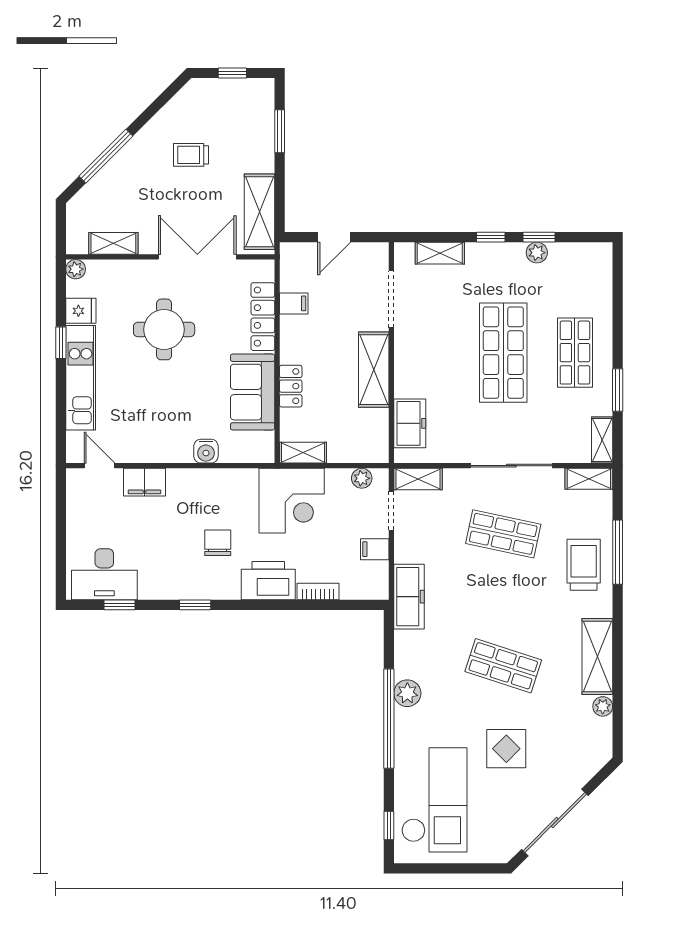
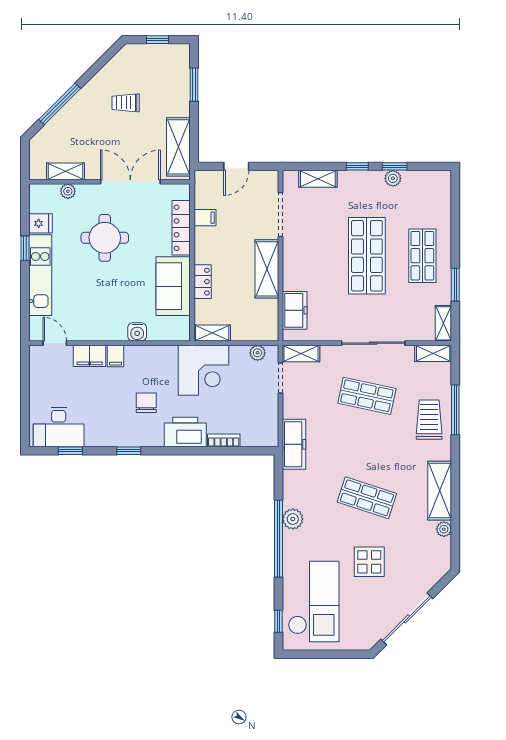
plant: (76, 269) -> (68, 191), moved
filing cabinet: (375, 549) -> (115, 356), moved, turned -90

